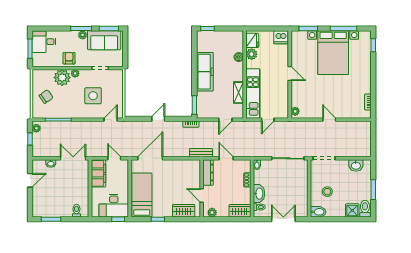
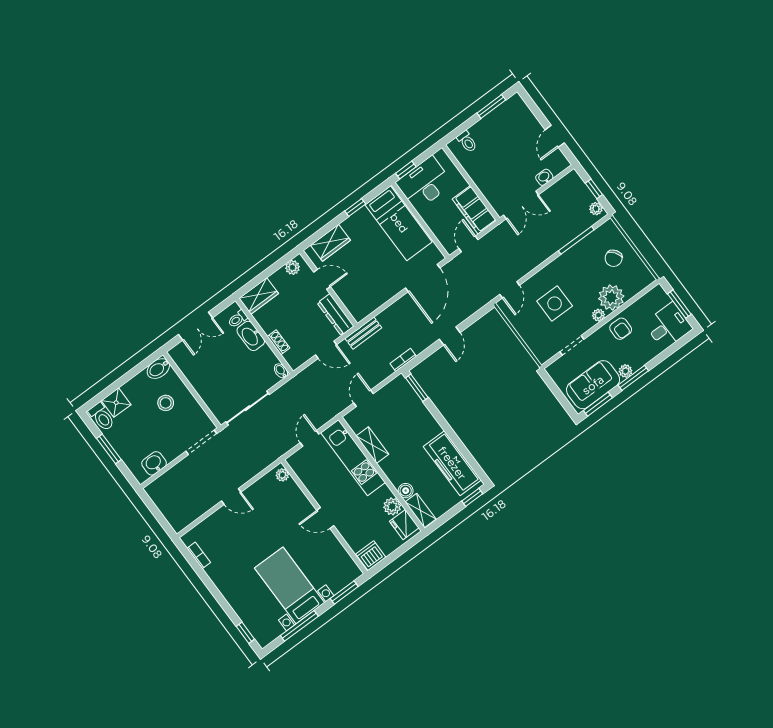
shelving: (239, 41) -> (420, 511), added
bed with nightstands: (333, 53) -> (290, 585), width x0.73
freezer: (205, 72) -> (452, 463), moved
door: (114, 158) -> (468, 244), swing flipped

